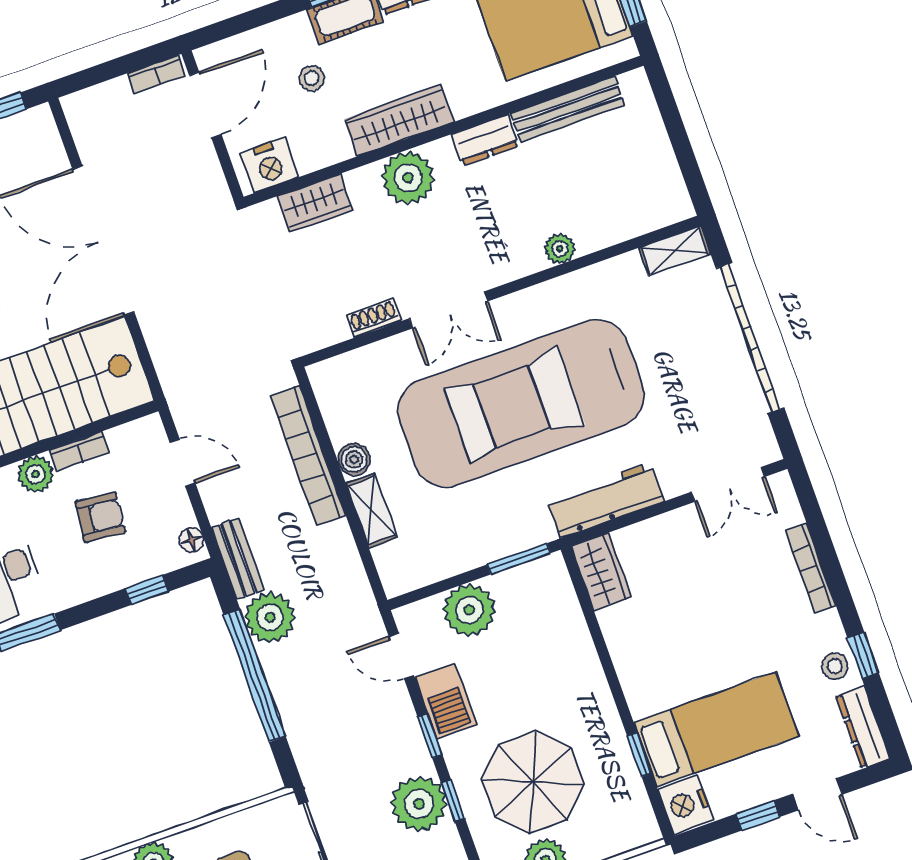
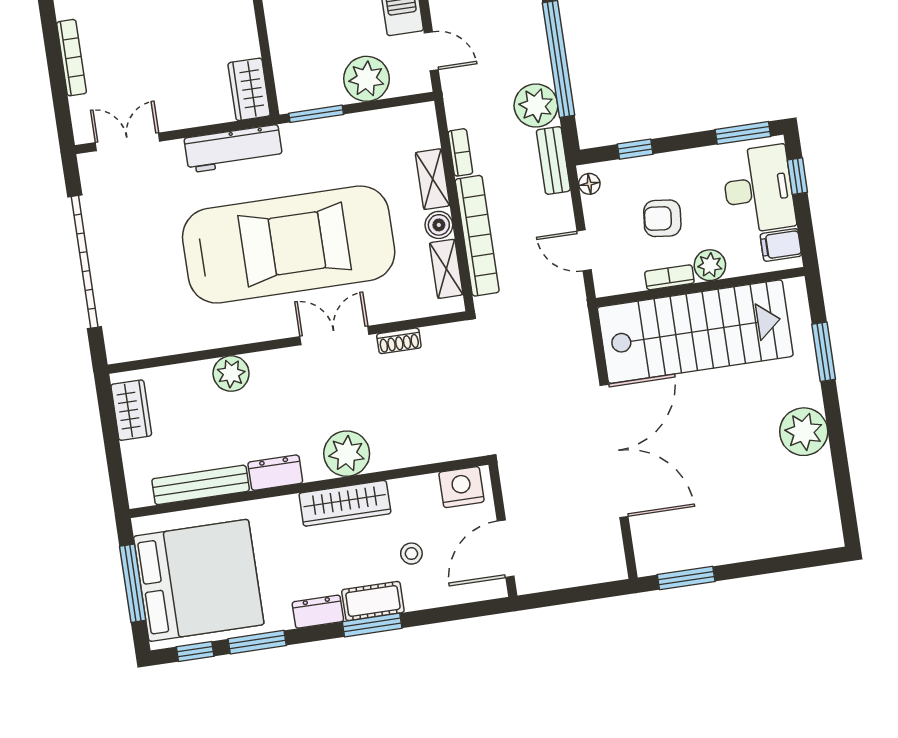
bookcase: (156, 74) -> (460, 152), moved, turned 90
wardrobe: (315, 203) -> (131, 410), moved, turned 90
plant: (560, 249) -> (231, 374), width x1.38, depth x1.38
shelving: (675, 251) -> (446, 269), moved, turned 90

